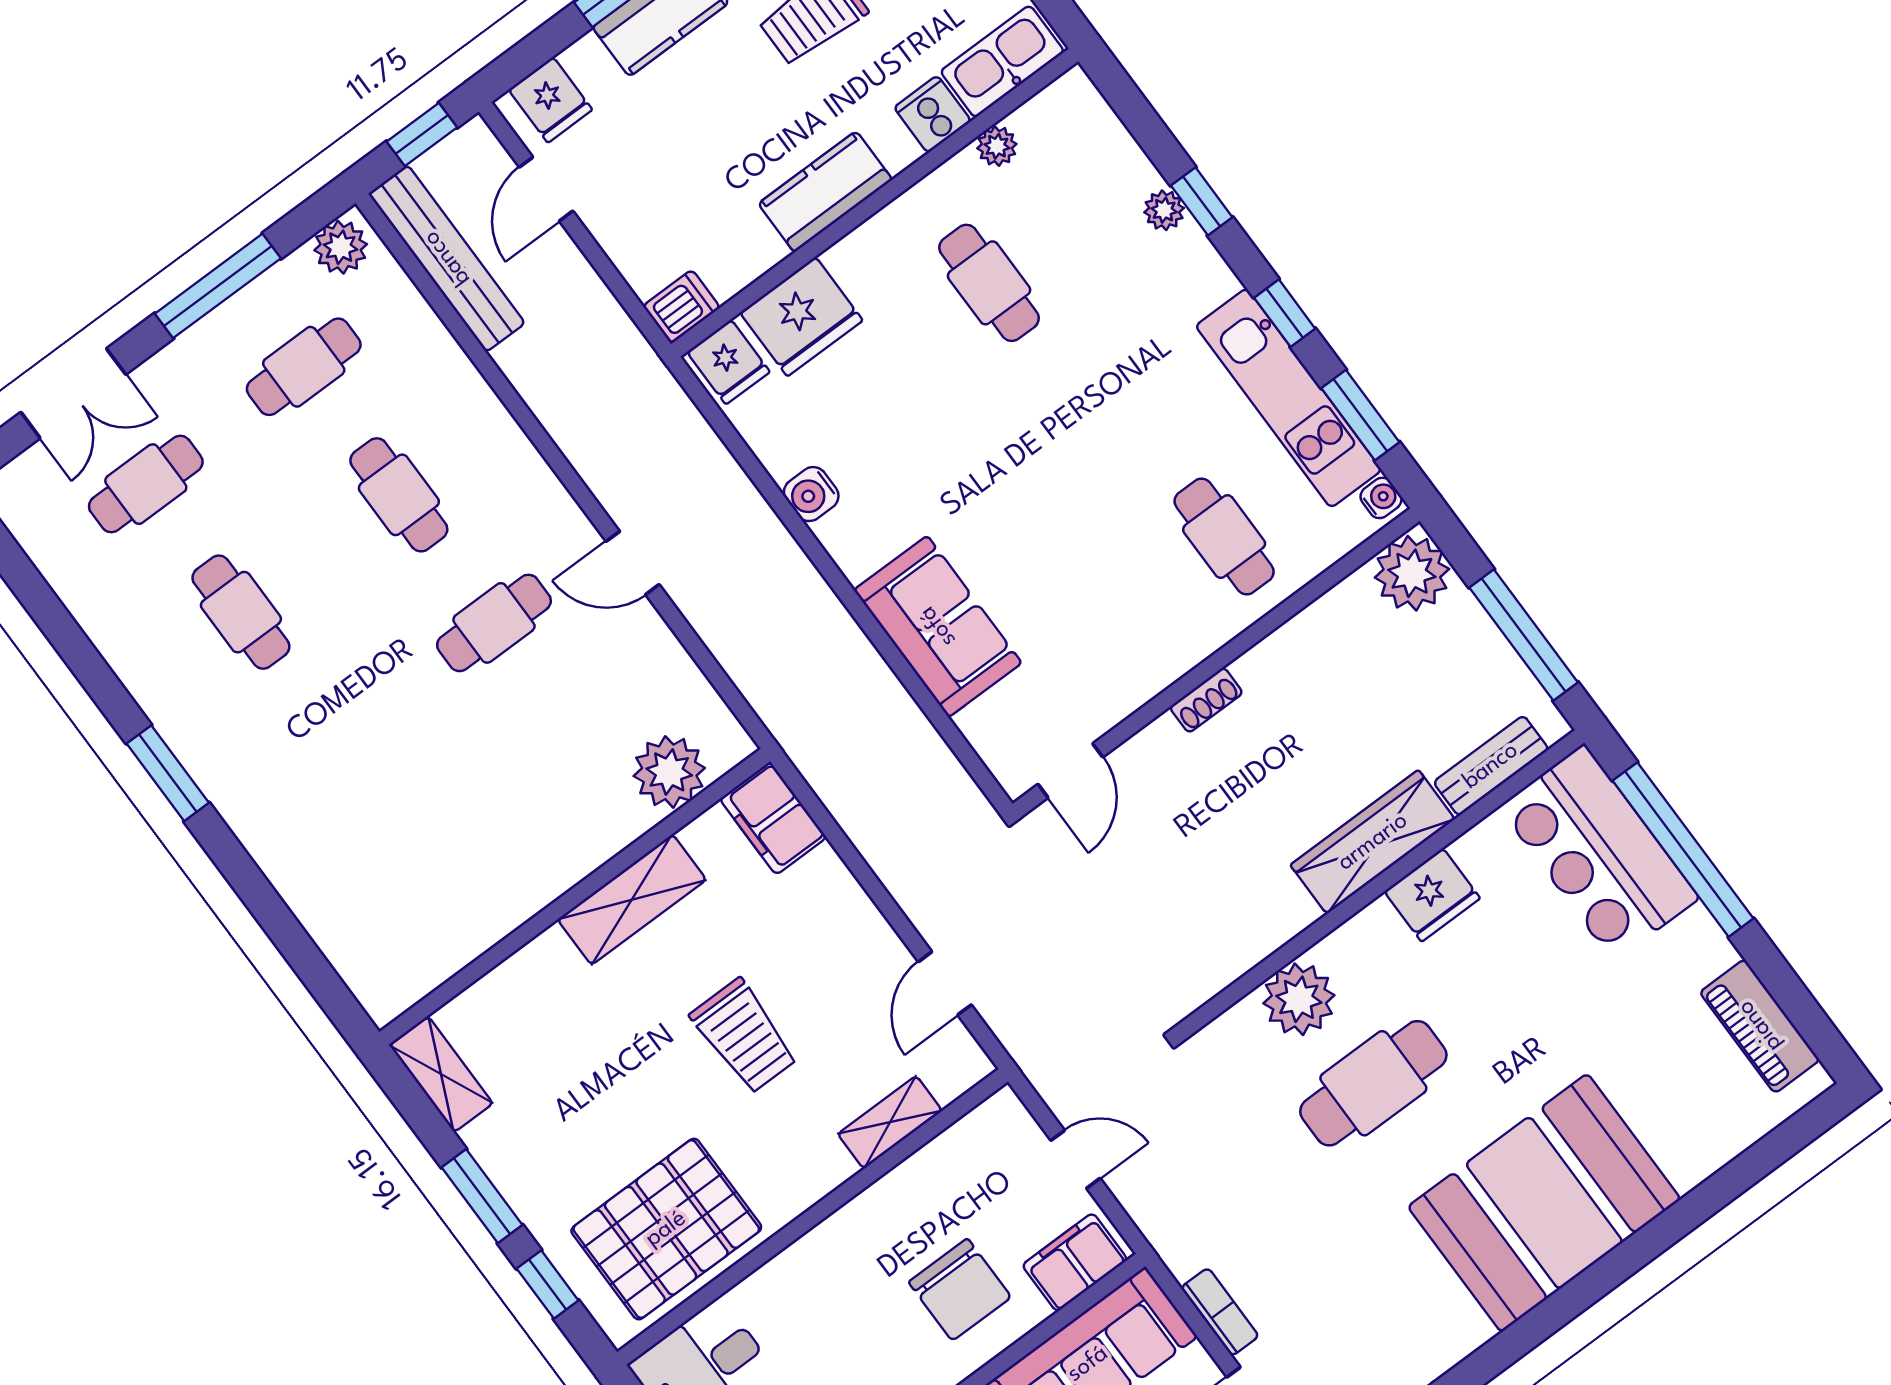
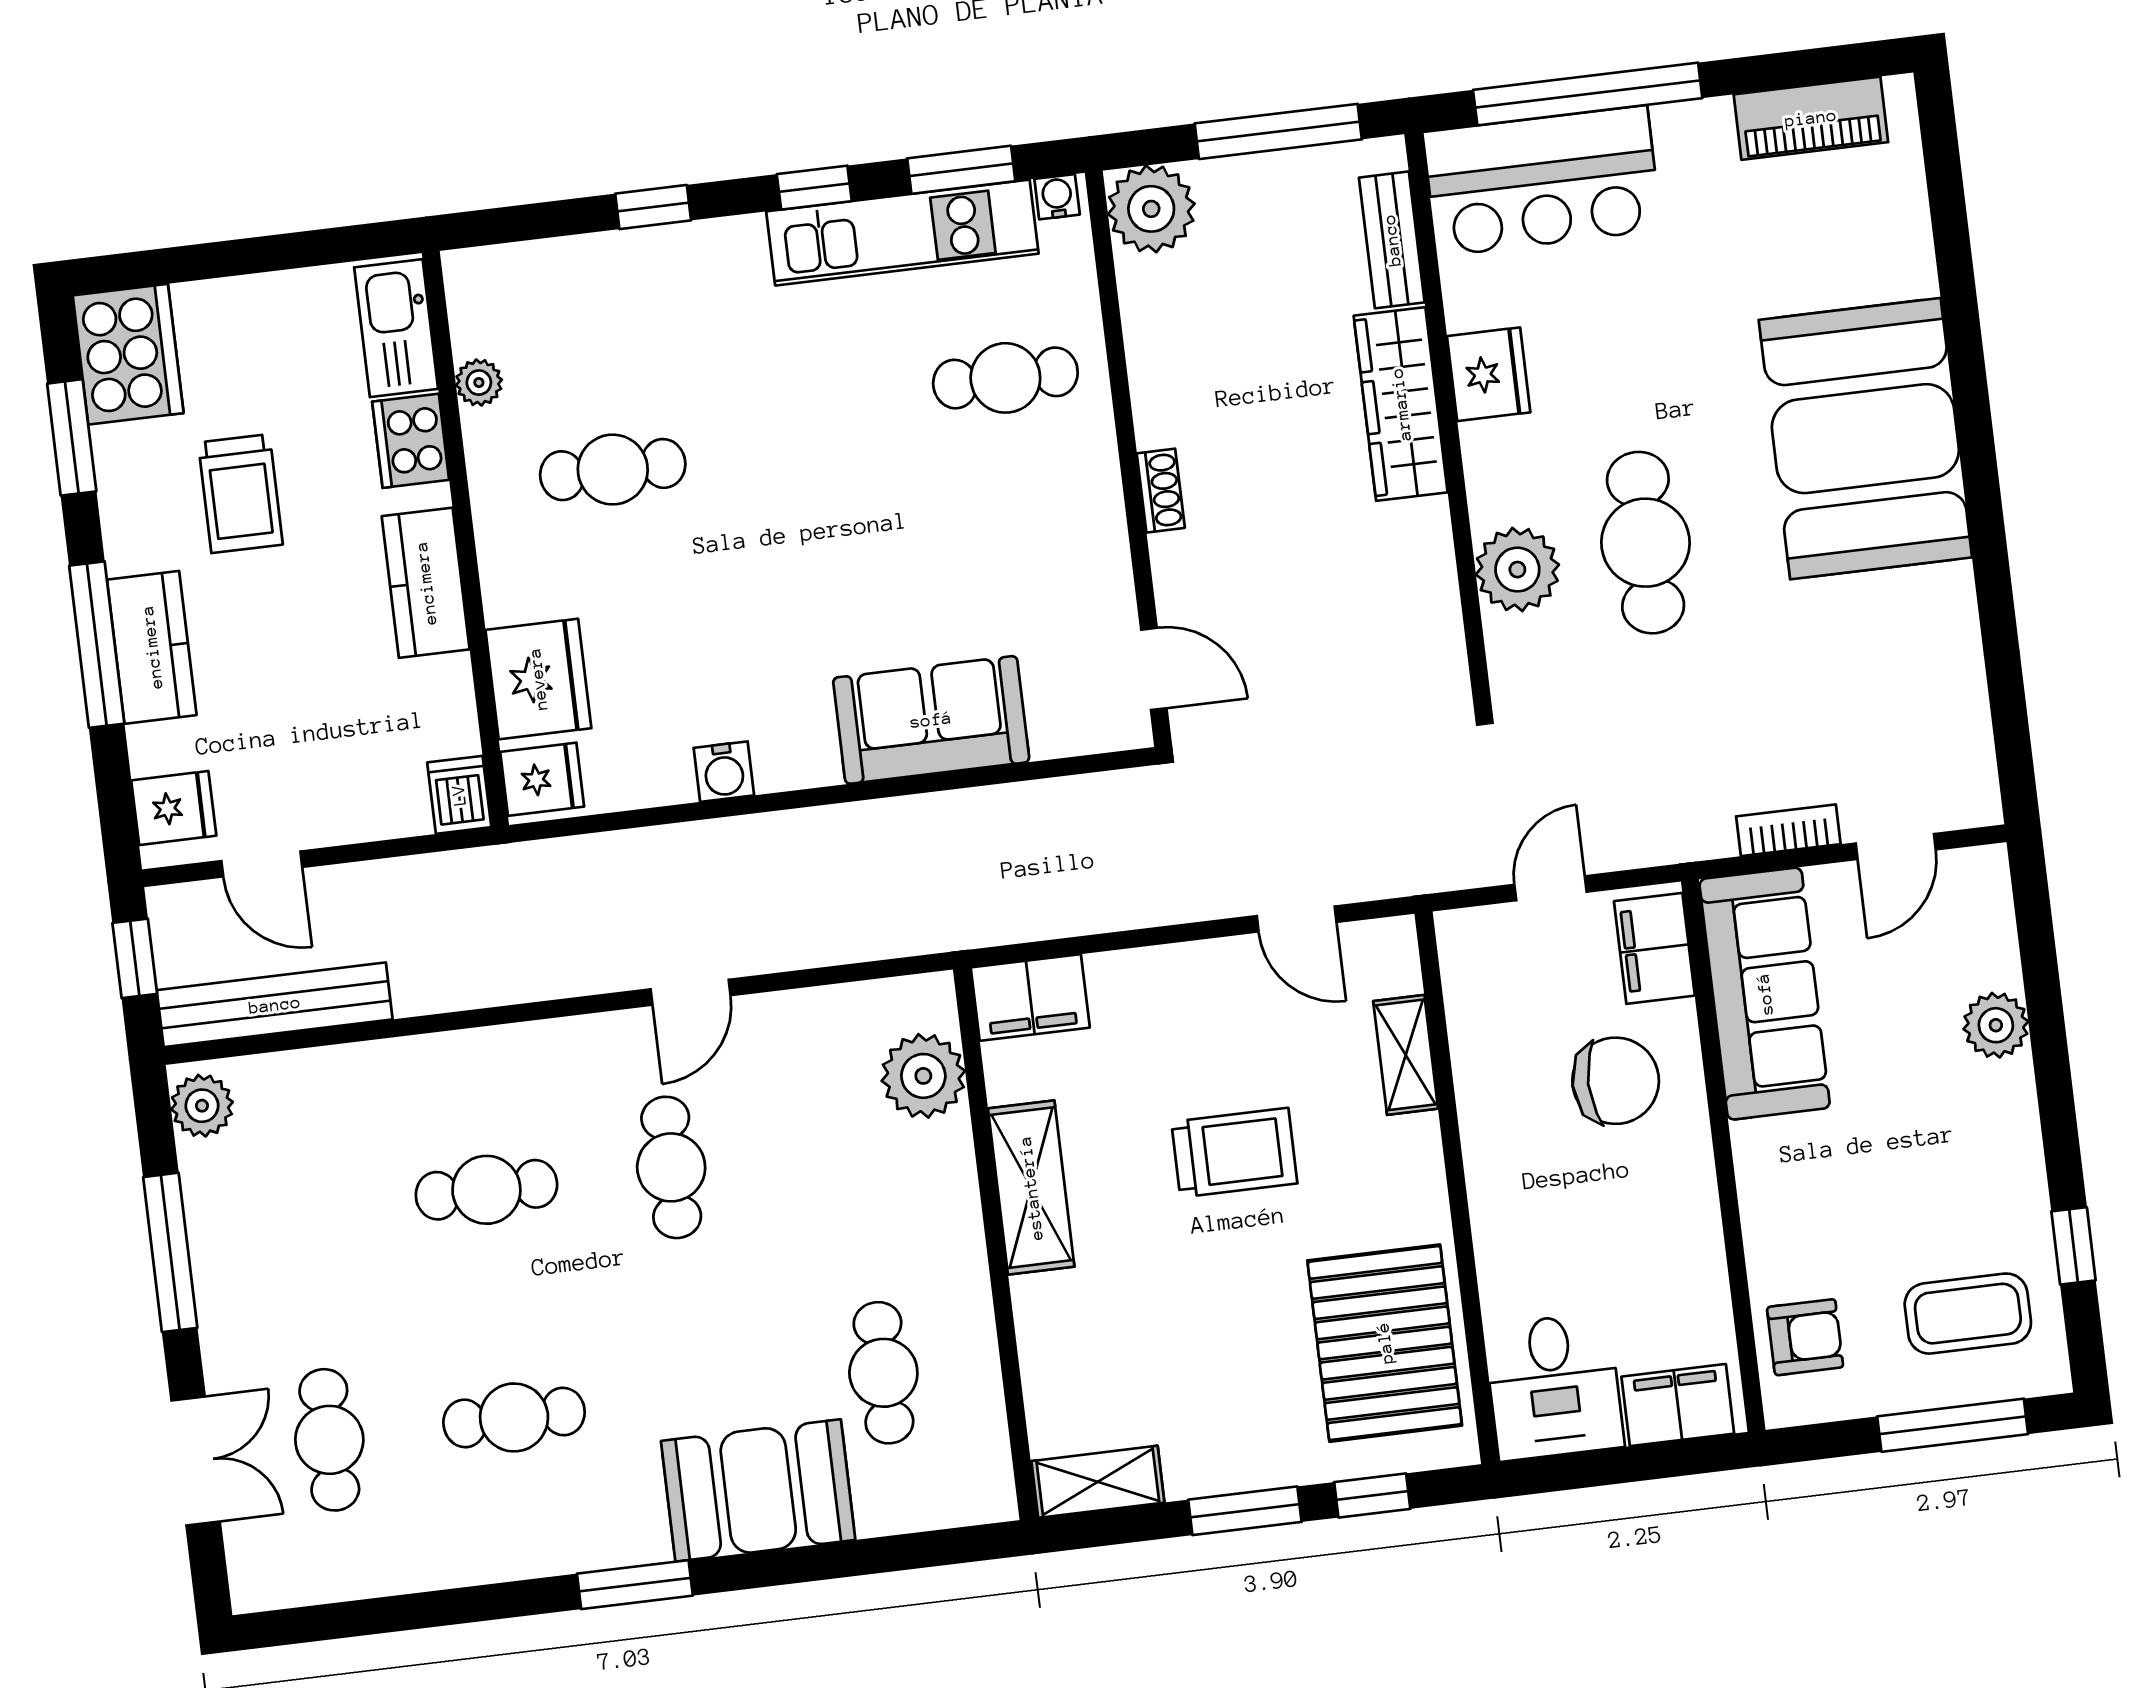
cooker: (933, 114) -> (411, 441), width x1.36
plant: (1164, 210) -> (640, 250), removed
cafe table: (304, 367) -> (883, 1373), moved
booth: (290, 825) -> (758, 1490), added

